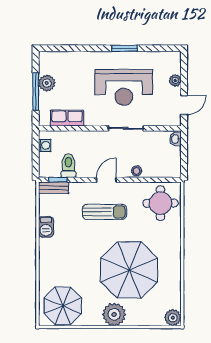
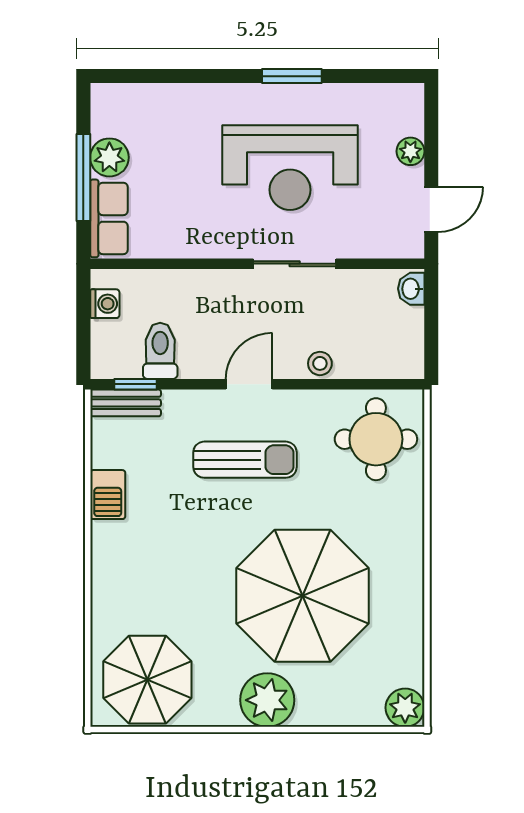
row of seats: (67, 118) -> (109, 218), moved, turned 90

